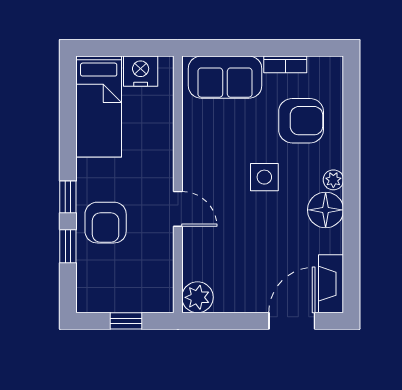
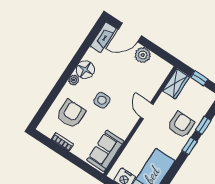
sofa: (225, 77) -> (105, 151), moved, turned -90
armchair: (301, 121) -> (71, 114), turned 90
wardrobe: (159, 286) -> (176, 84), added
plant: (197, 297) -> (143, 55), moved

